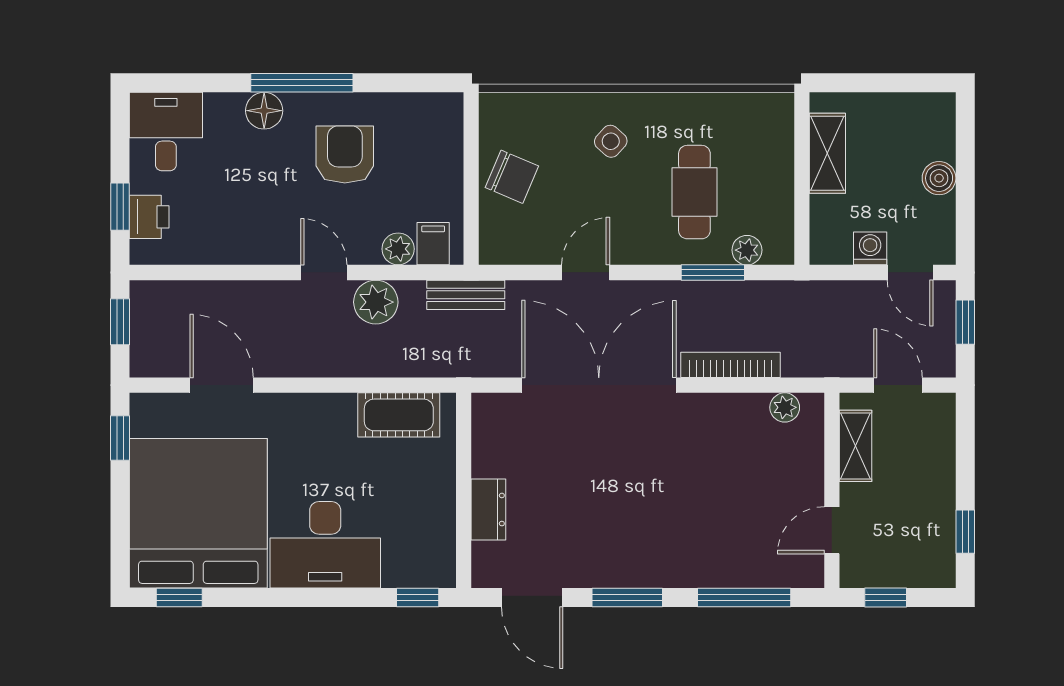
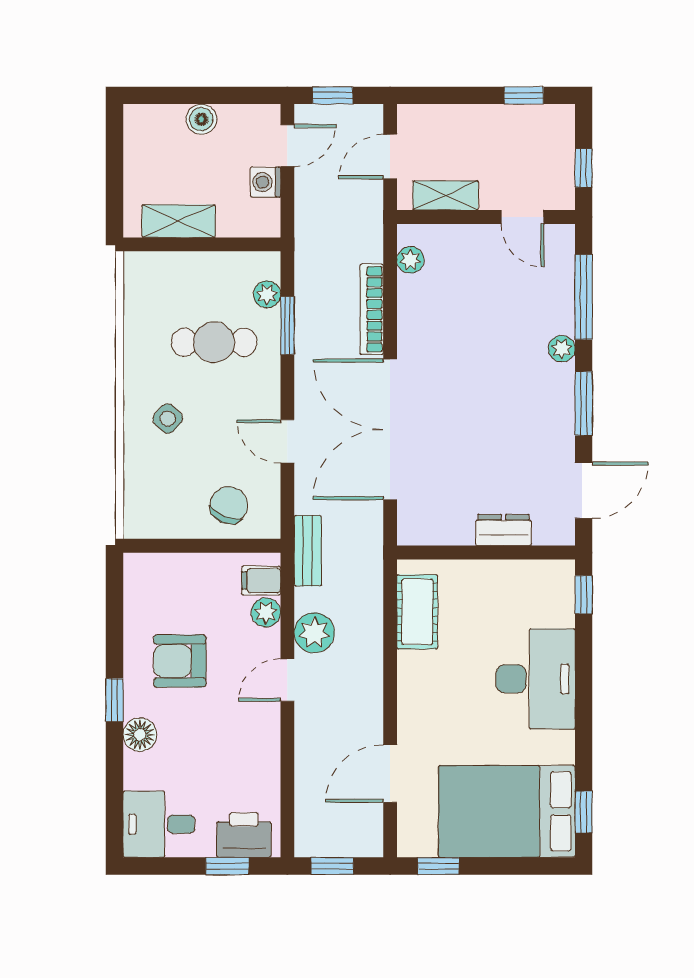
window: (302, 83) -> (114, 700), width x0.46
chair: (512, 177) -> (229, 505), moved
printer: (149, 217) -> (244, 835), width x1.36, depth x1.24
bed: (198, 513) -> (507, 811), width x0.73
plant: (687, 573) -> (562, 349), added

